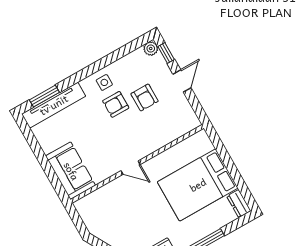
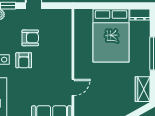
door: (131, 168) -> (73, 87), moved

